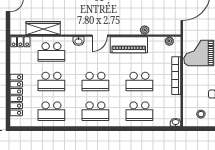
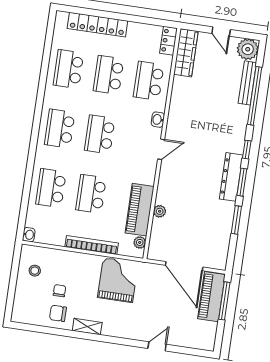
wardrobe: (43, 28) -> (186, 53), moved
door: (100, 36) -> (161, 149), swing flipped
piano: (129, 45) -> (140, 210), moved

